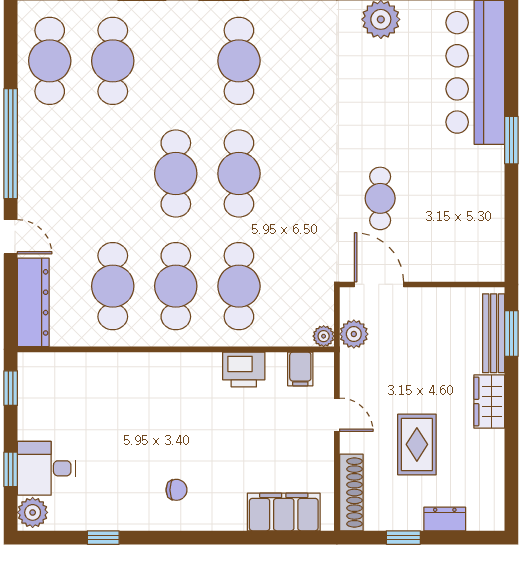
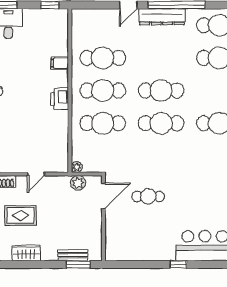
window: (511, 140) -> (178, 264), width x0.67
dresser: (33, 302) -> (162, 17), moved
bench: (494, 333) -> (73, 255), width x0.73
filing cabinet: (300, 369) -> (60, 63), moved
printer: (244, 370) -> (59, 99), moved
wardrobe: (489, 401) -> (26, 253), moved

